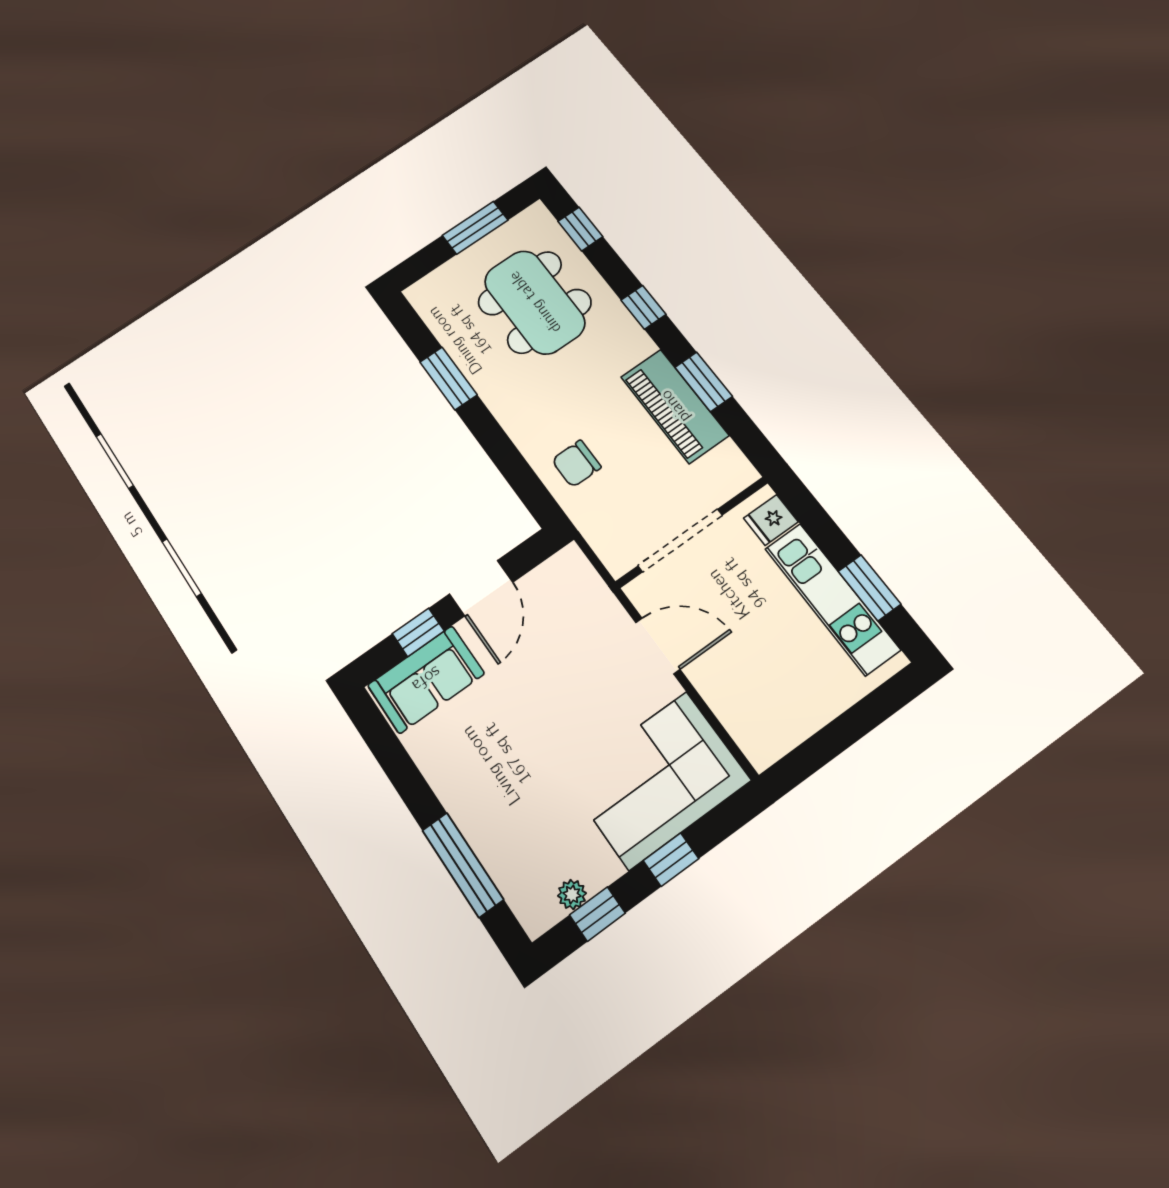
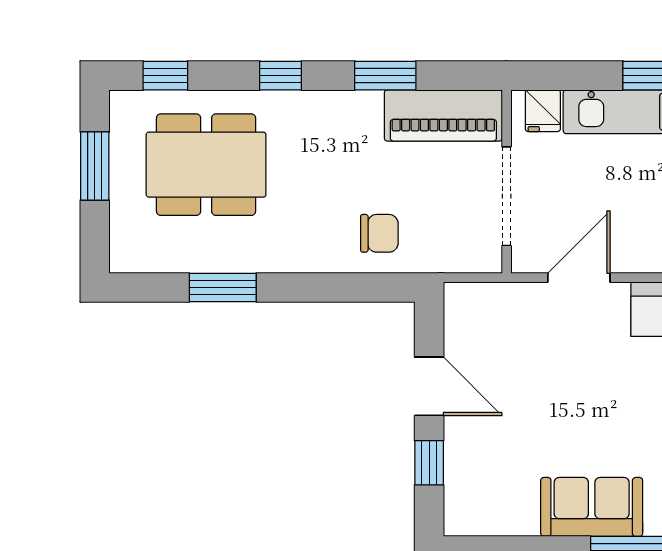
piano: (675, 406) -> (443, 115), moved
chair: (576, 464) -> (379, 233), turned -90
sofa: (426, 679) -> (592, 507), moved, turned -90

